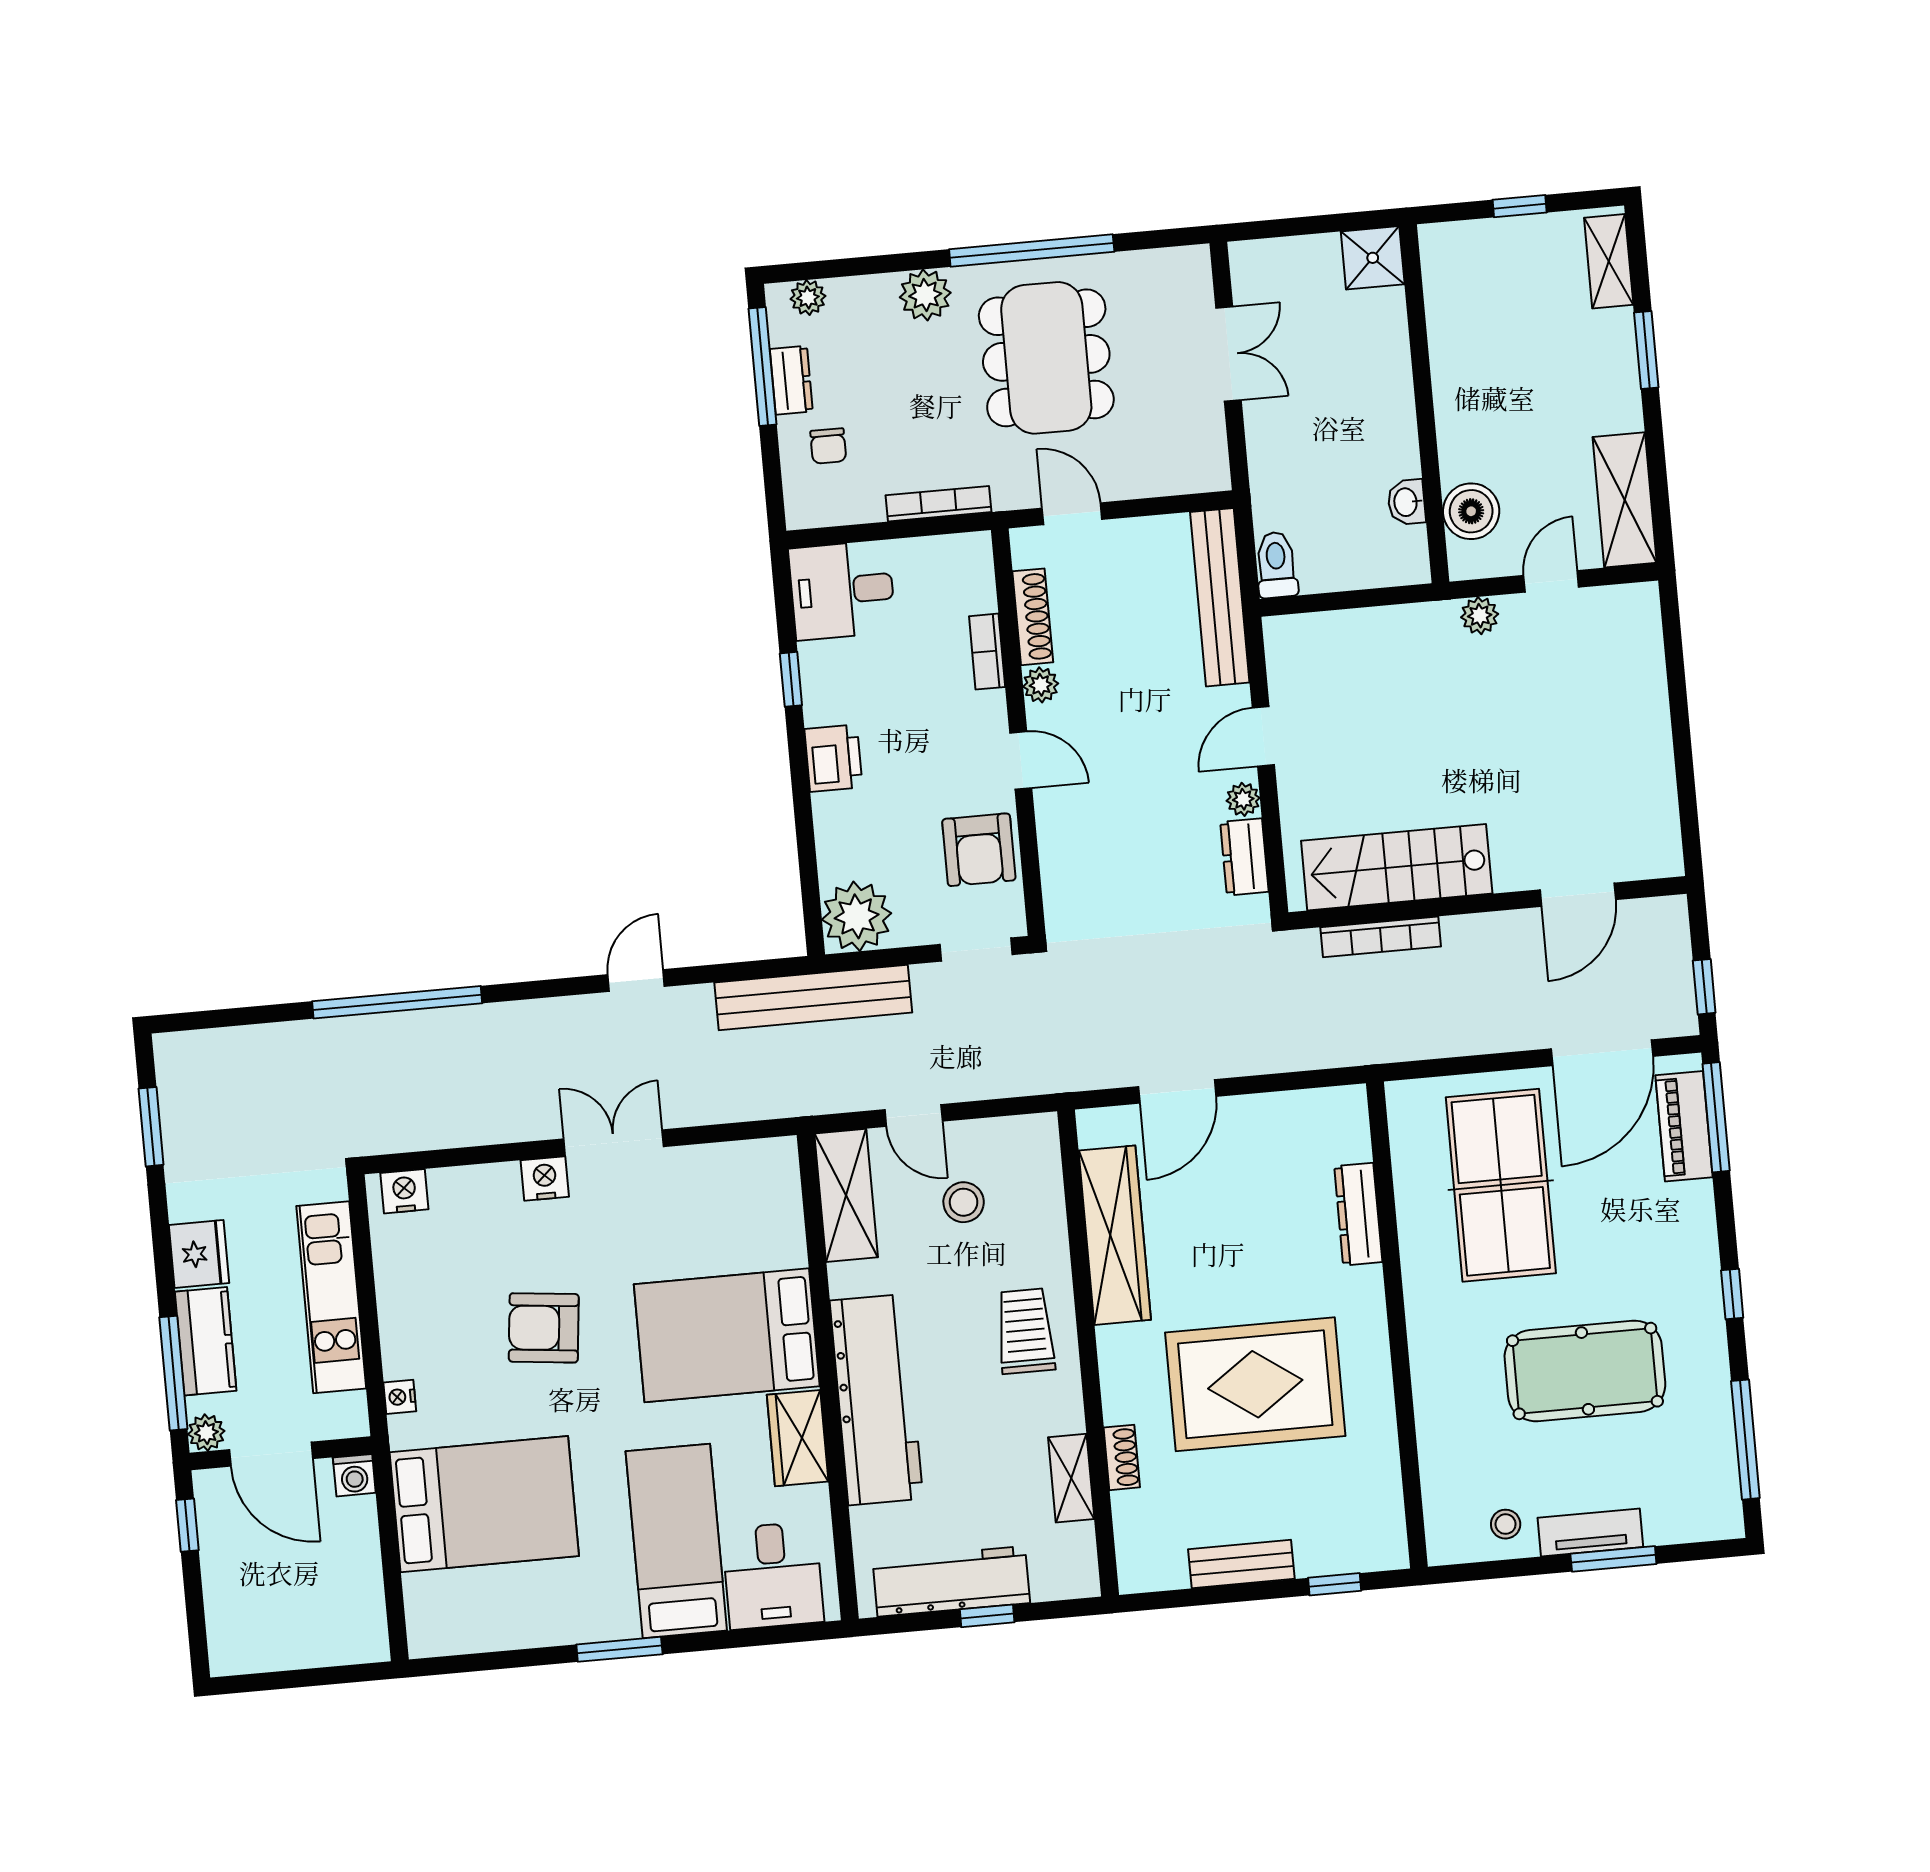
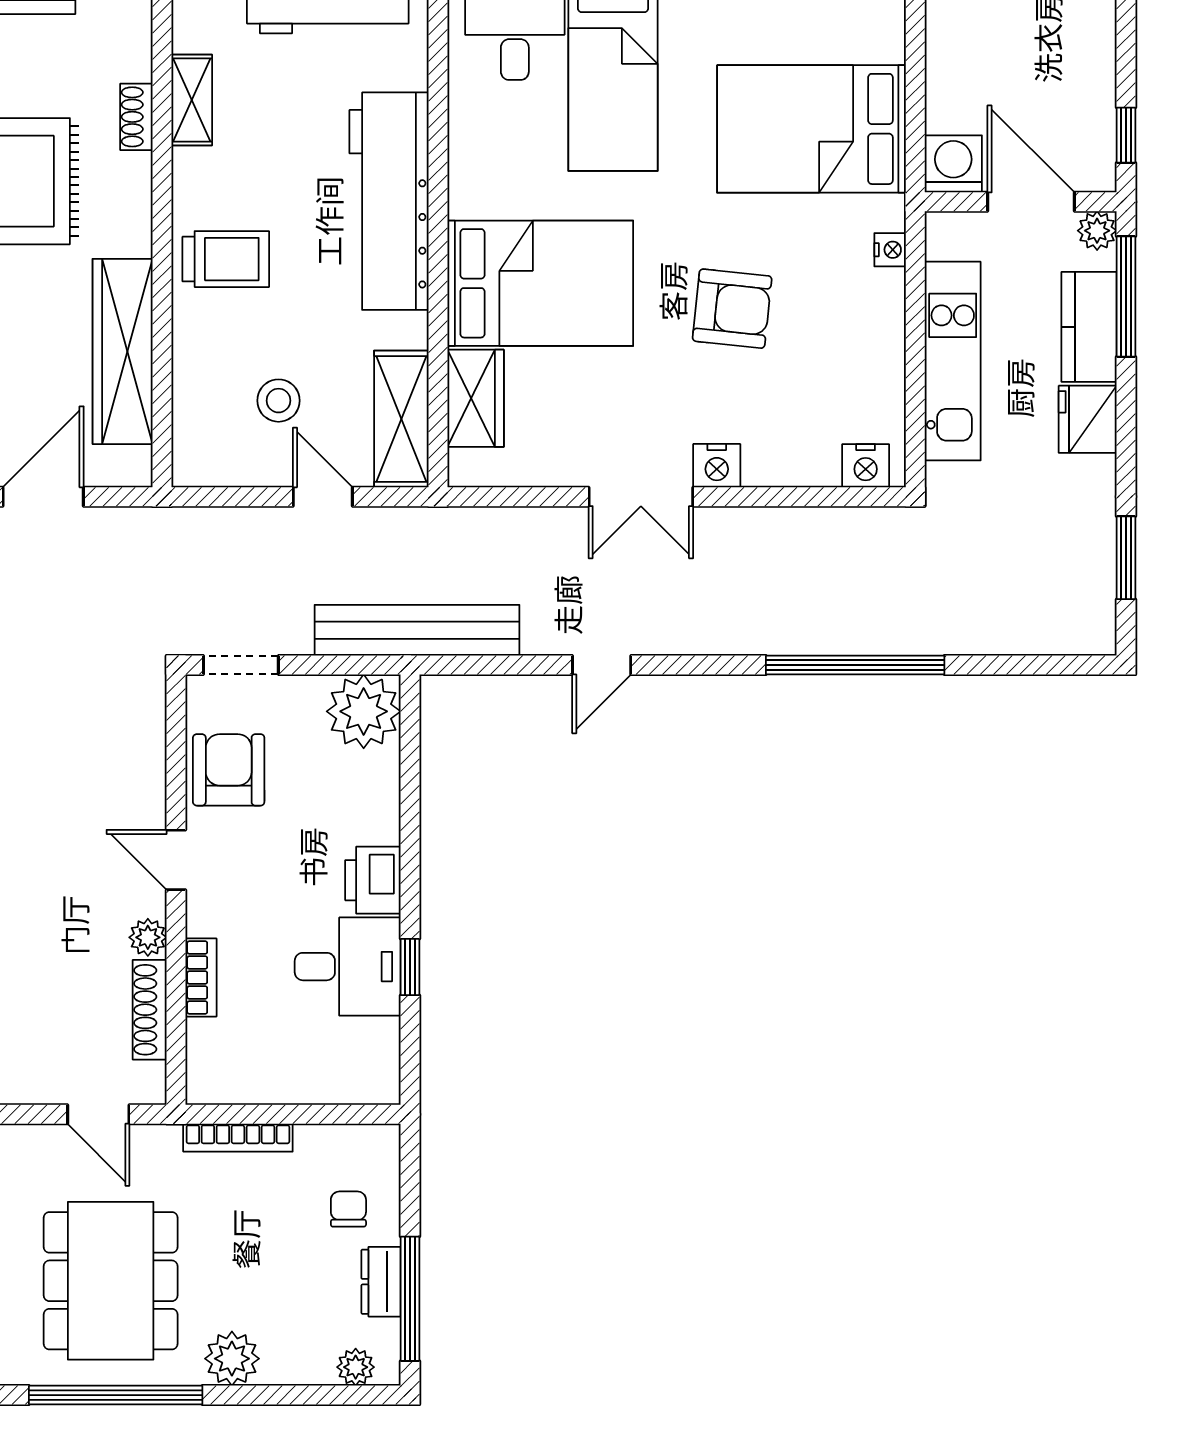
desk: (842, 590) -> (348, 967), moved
trolley: (1025, 1331) -> (226, 259), turned -90
wardrobe: (798, 1438) -> (476, 398), moved
washing machine: (354, 1475) -> (953, 164), width x1.38, depth x1.38

